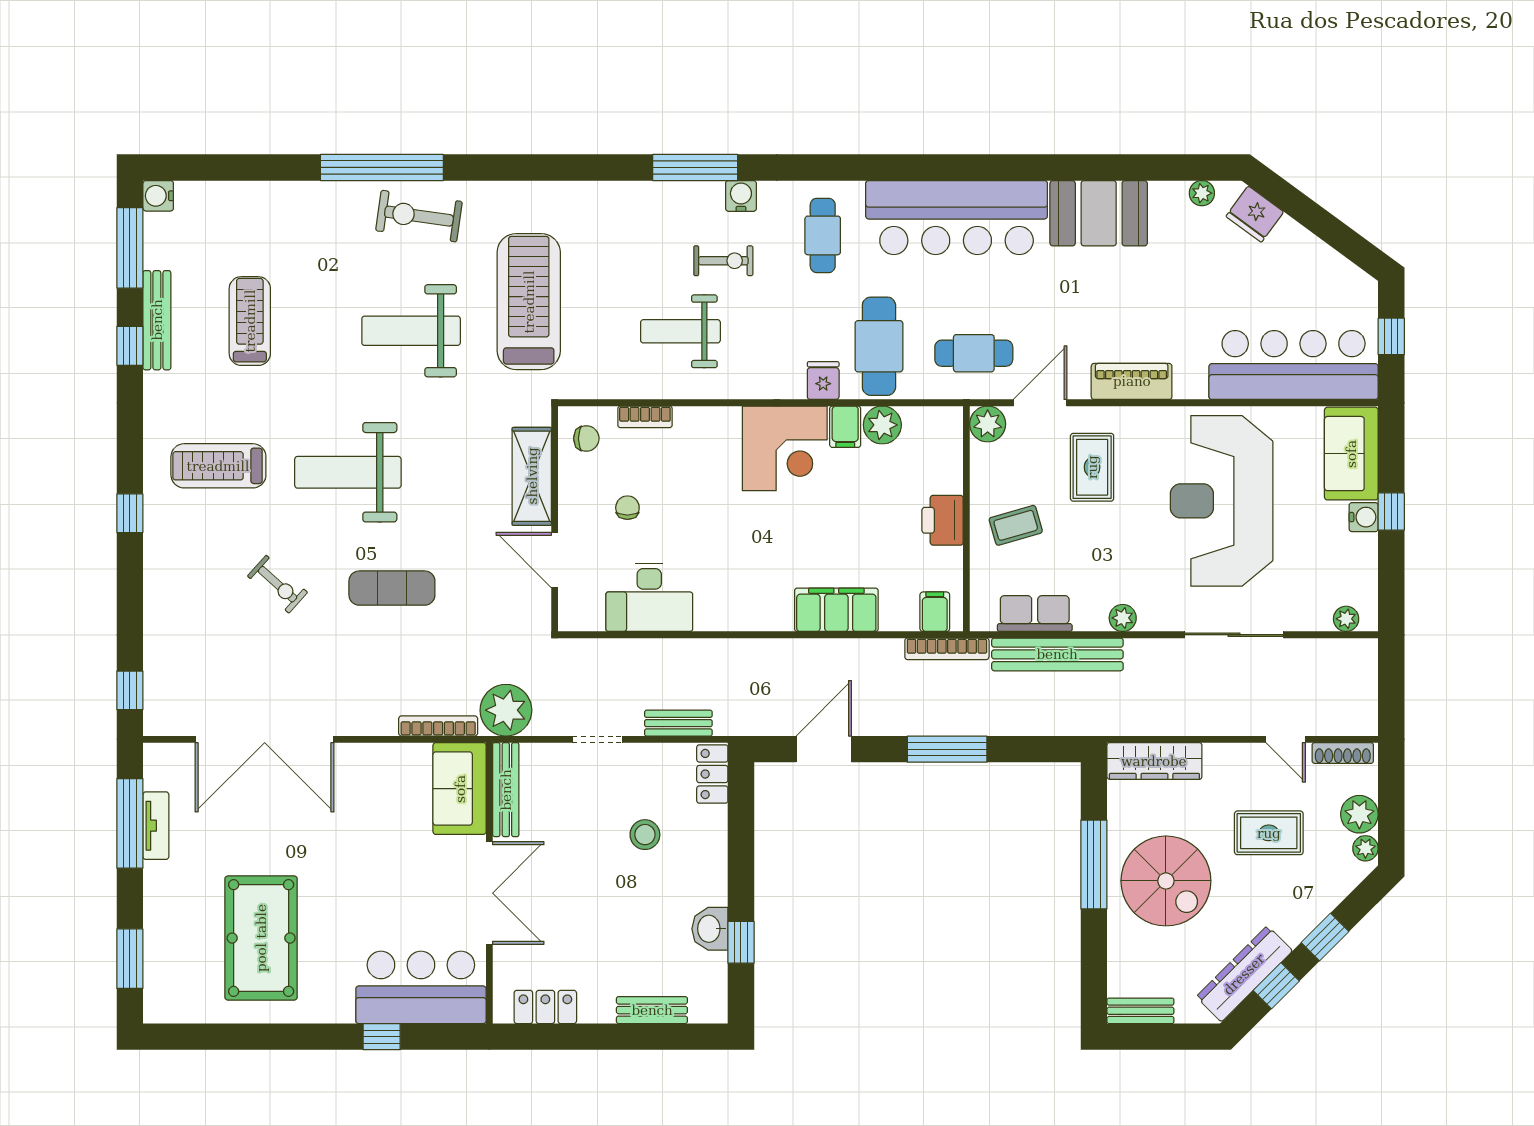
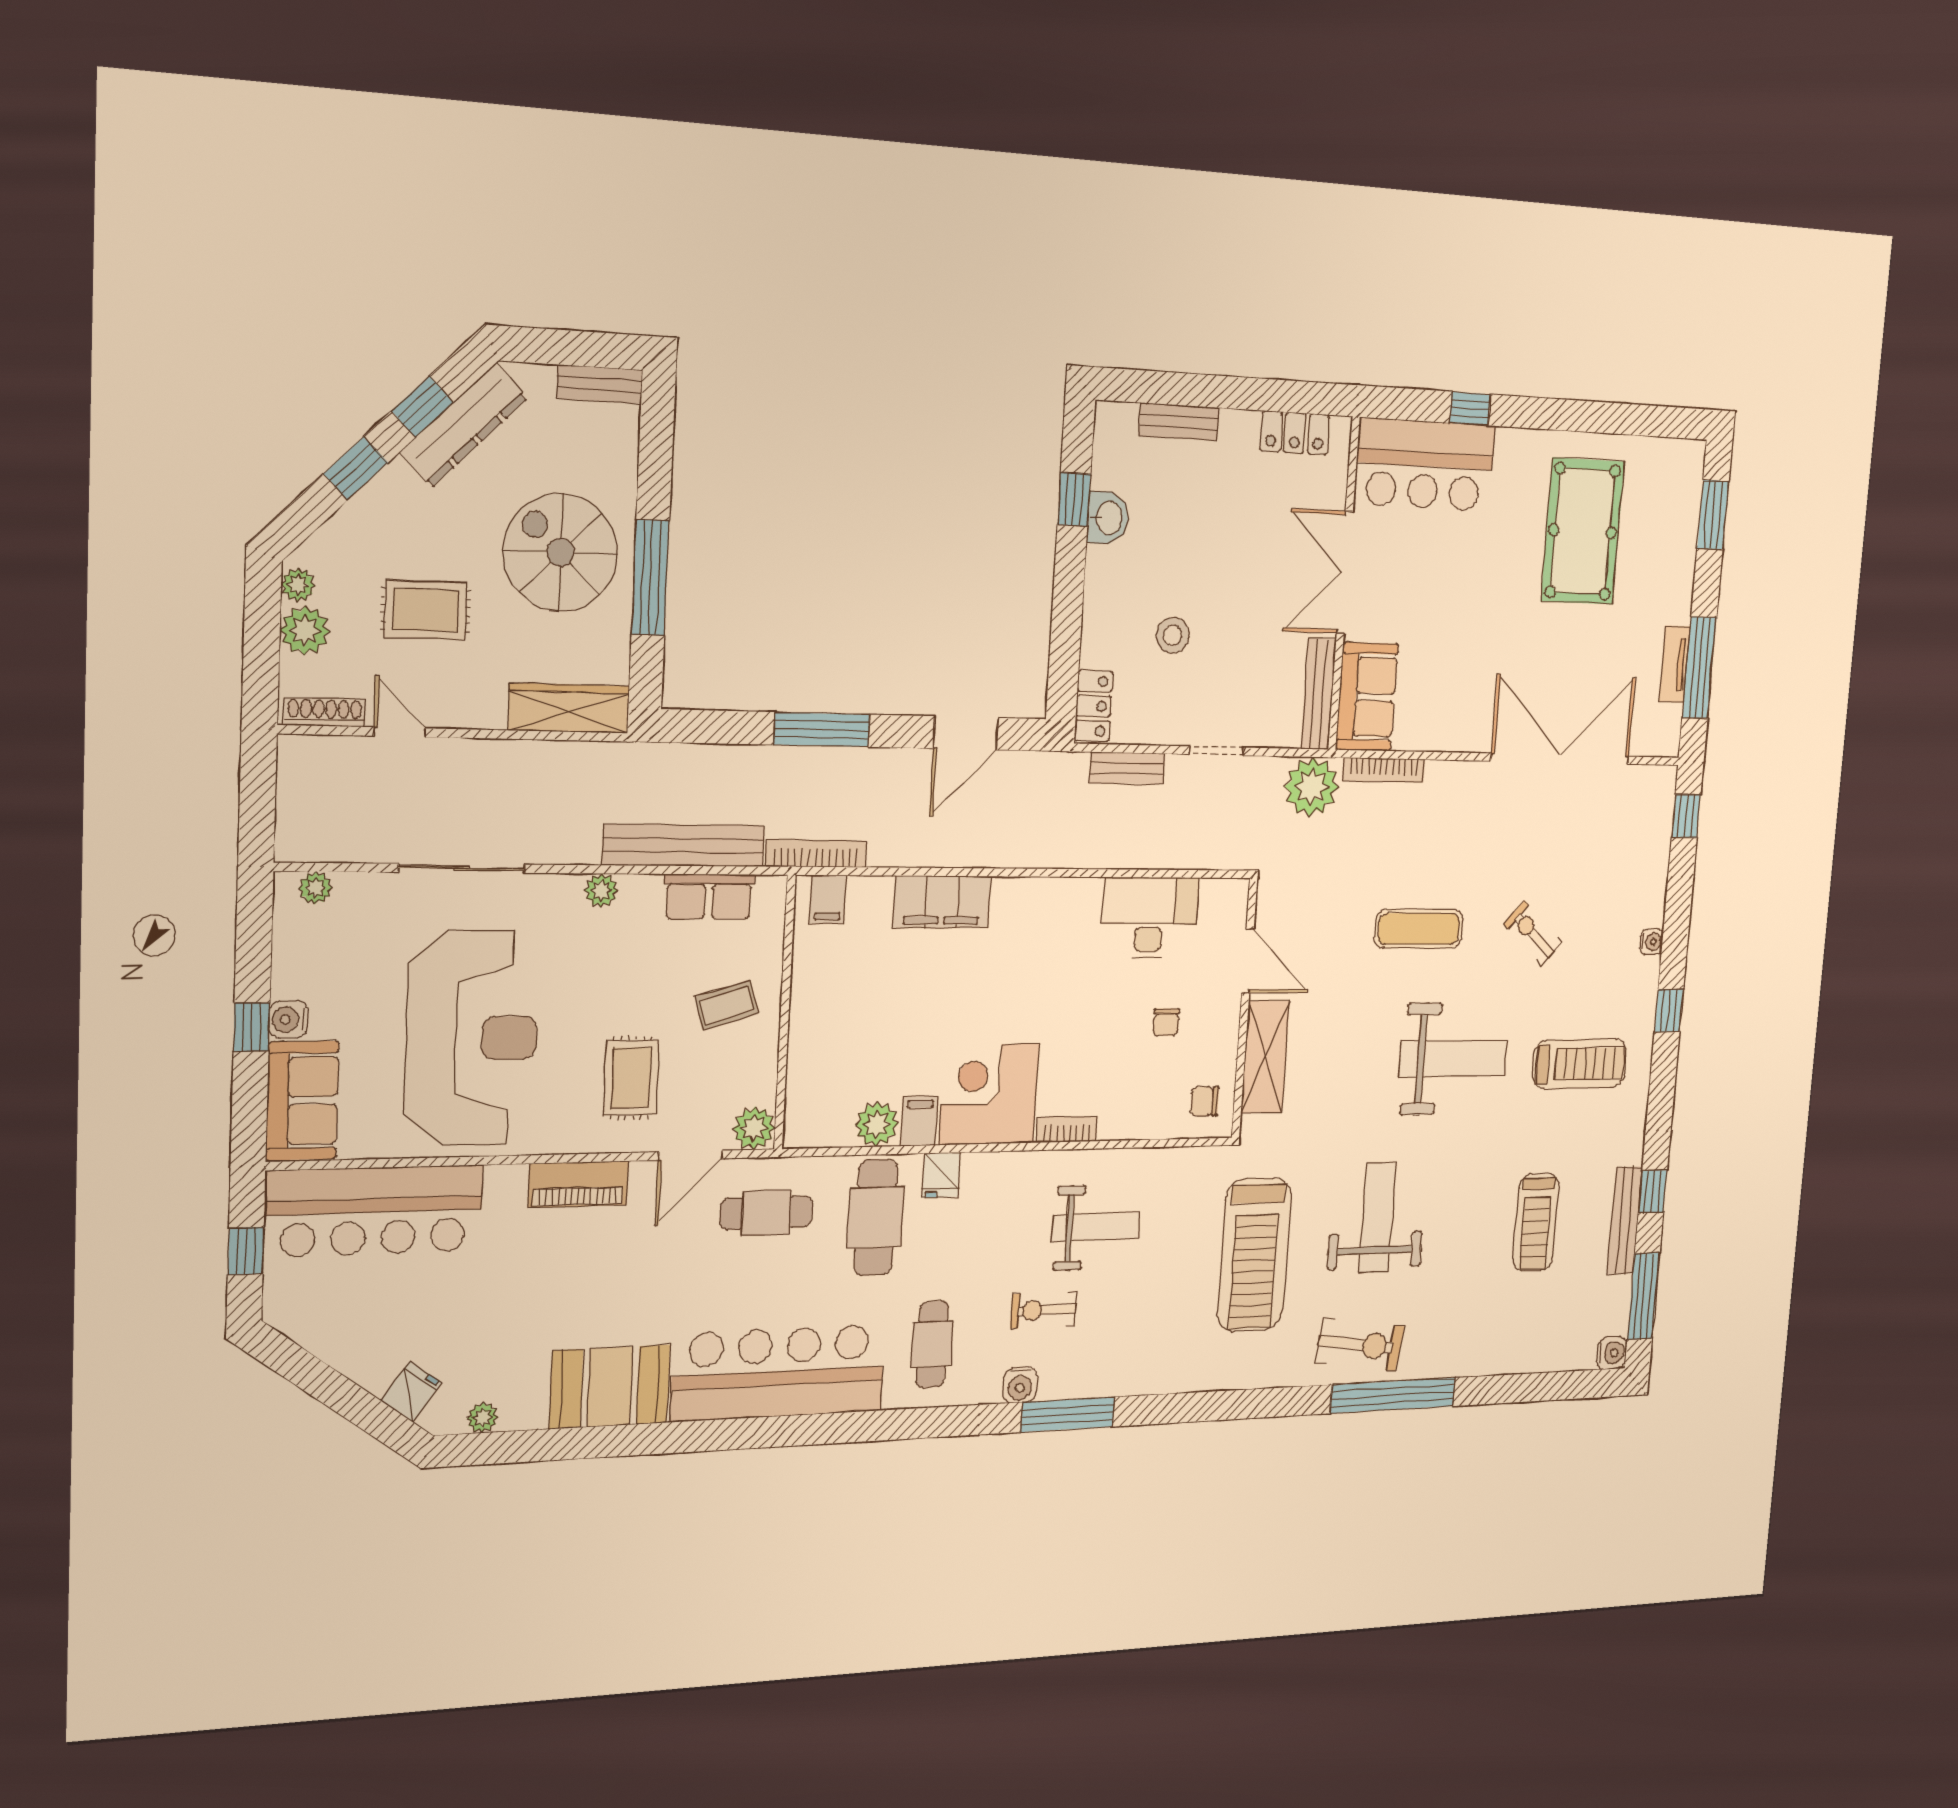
fridge: (1255, 214) -> (411, 1392), width x0.72
weight bench: (411, 331) -> (1377, 1218), turned -90
bookcase: (645, 417) -> (1067, 1129), moved
printer: (943, 520) -> (813, 1011), removed
water cooler: (155, 576) -> (1652, 942), added

